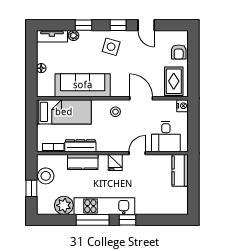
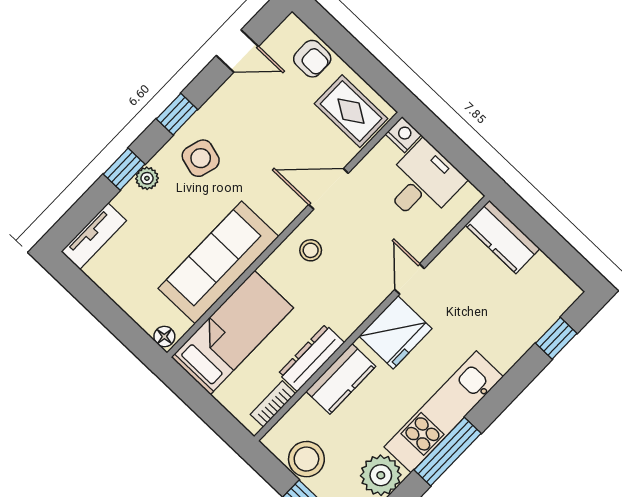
door: (146, 25) -> (237, 51), moved
plant: (74, 35) -> (147, 178), moved
floor lamp: (41, 68) -> (164, 337), moved
desk: (166, 137) -> (423, 182), moved, turned -90
fridge: (115, 163) -> (395, 332), width x1.88, depth x1.34
window: (127, 220) -> (556, 338), moved

